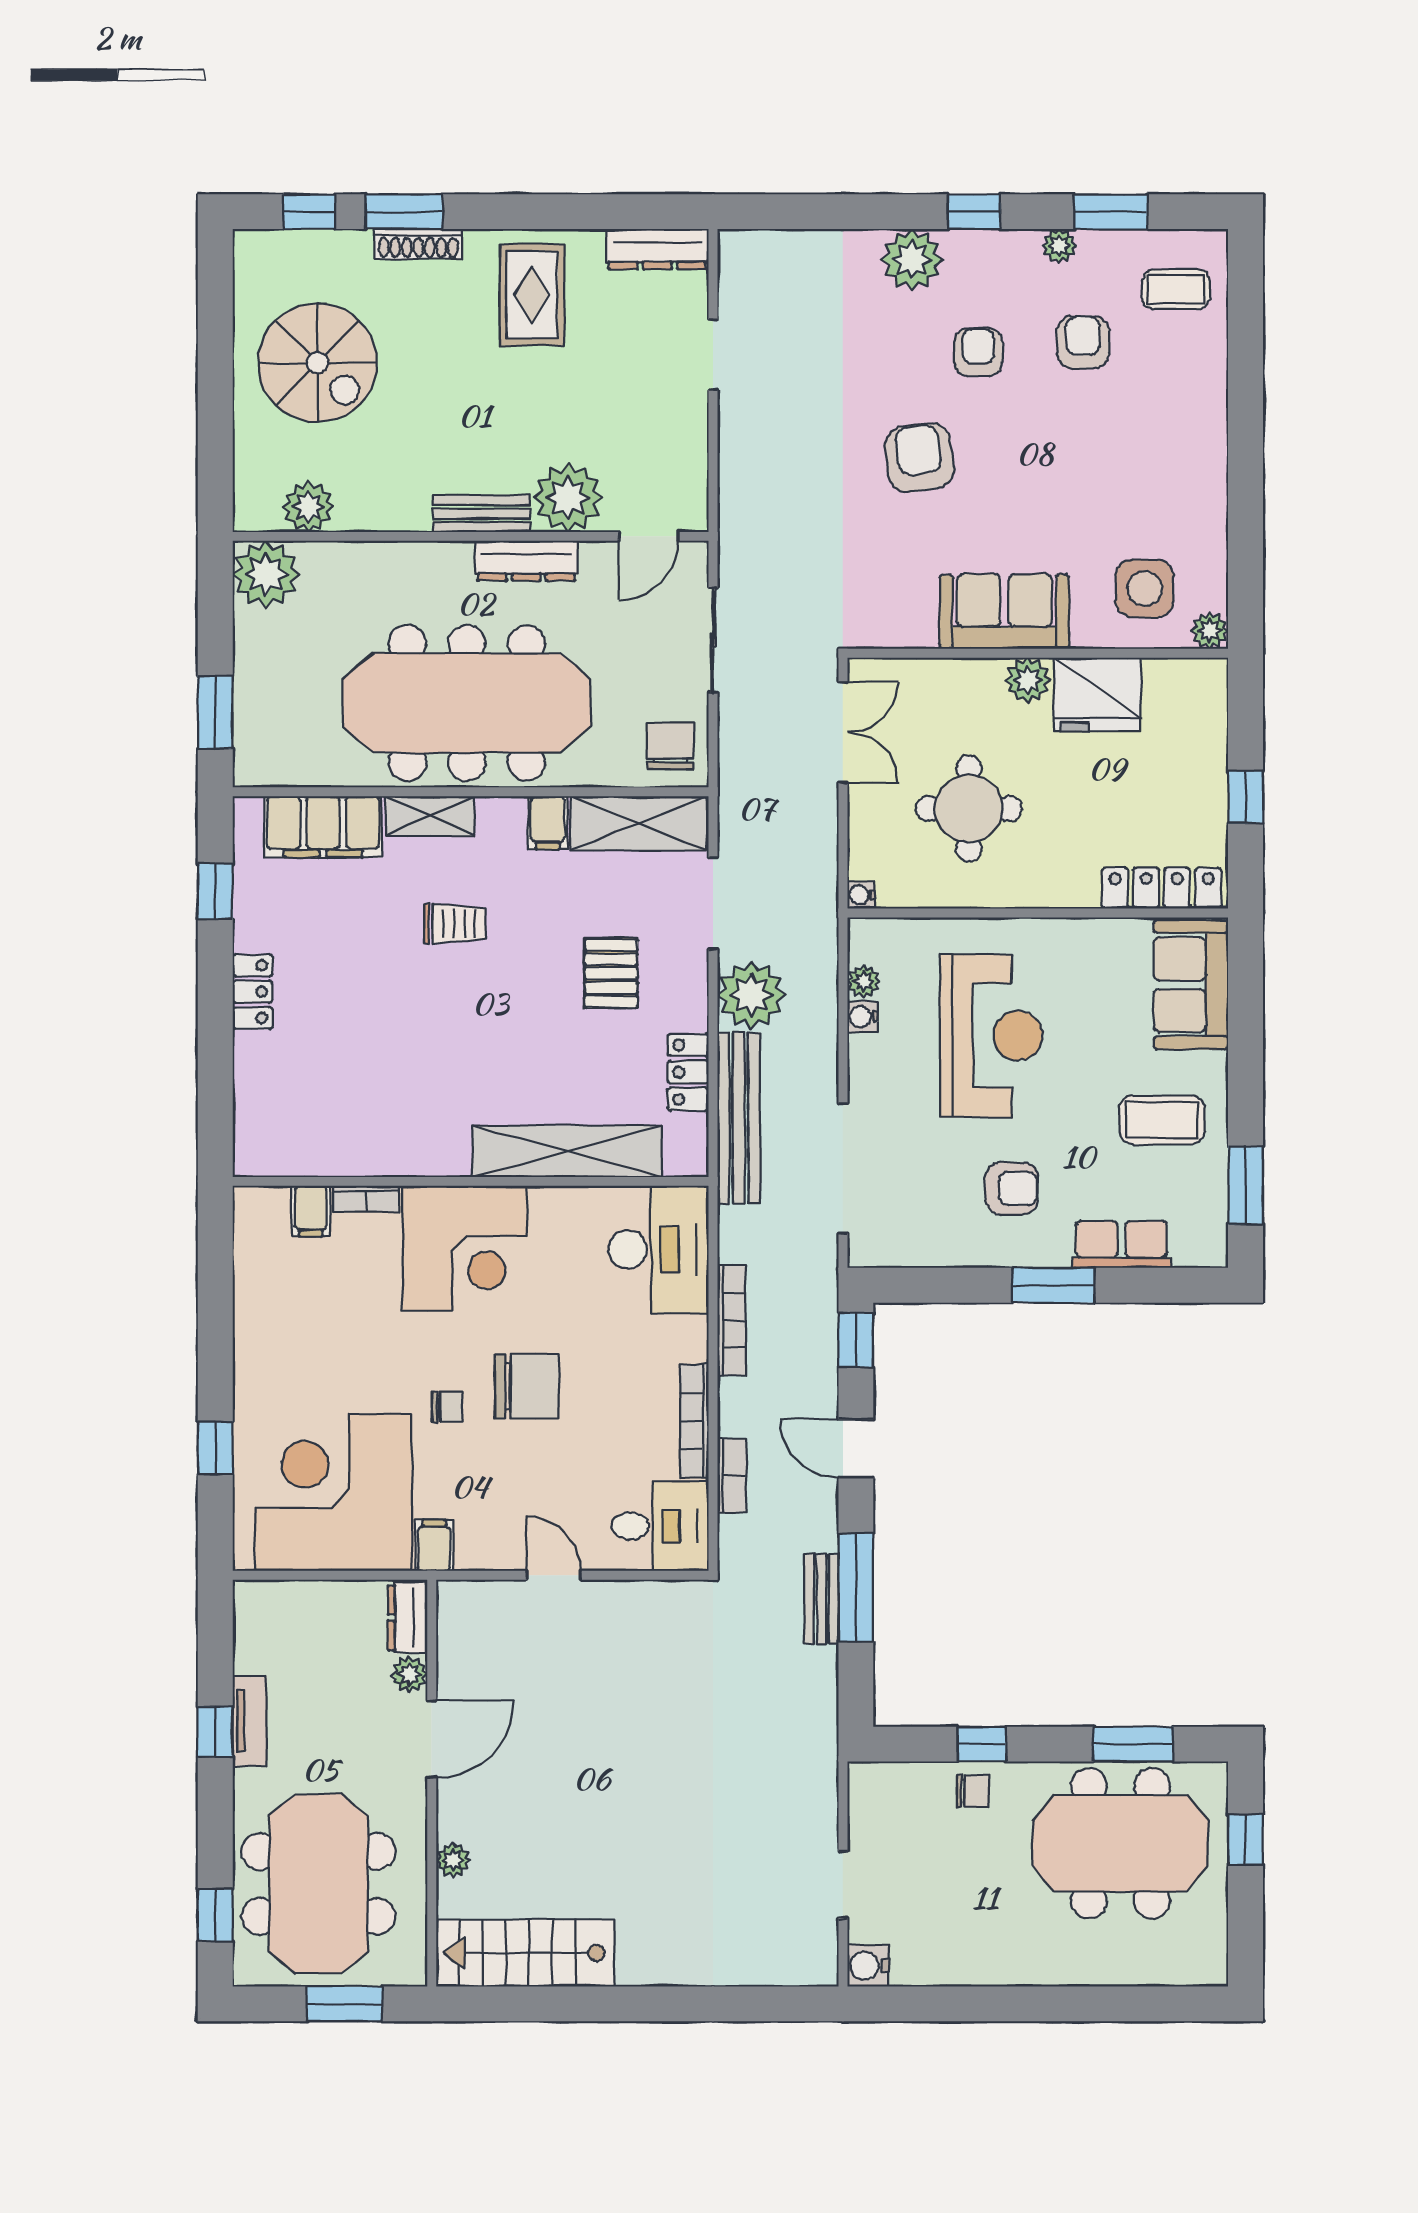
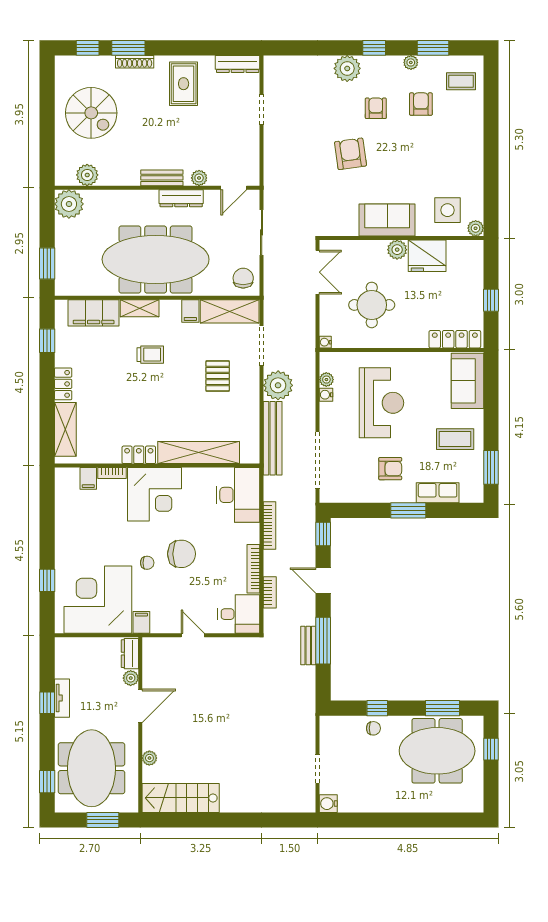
plant: (568, 498) -> (199, 178), width x0.53, depth x0.53
locker: (688, 1072) -> (139, 455), moved, turned 90
shelving: (258, 1097) -> (65, 429), added

